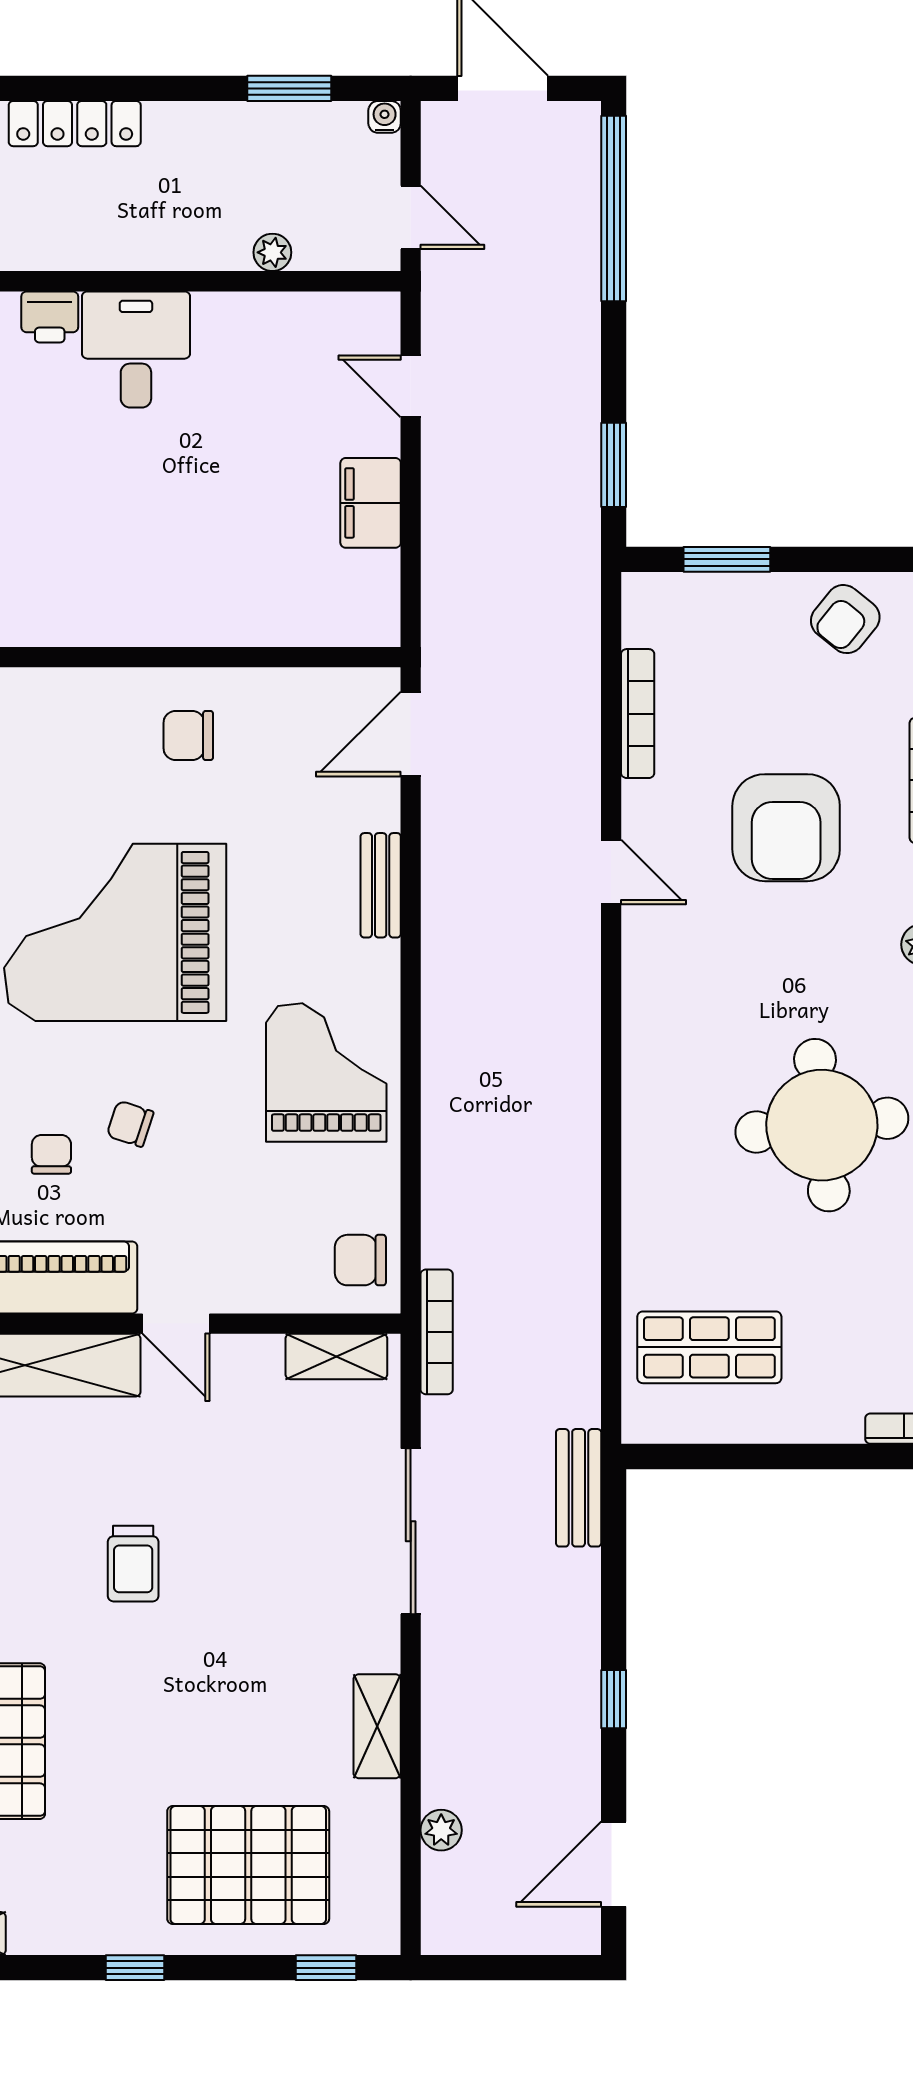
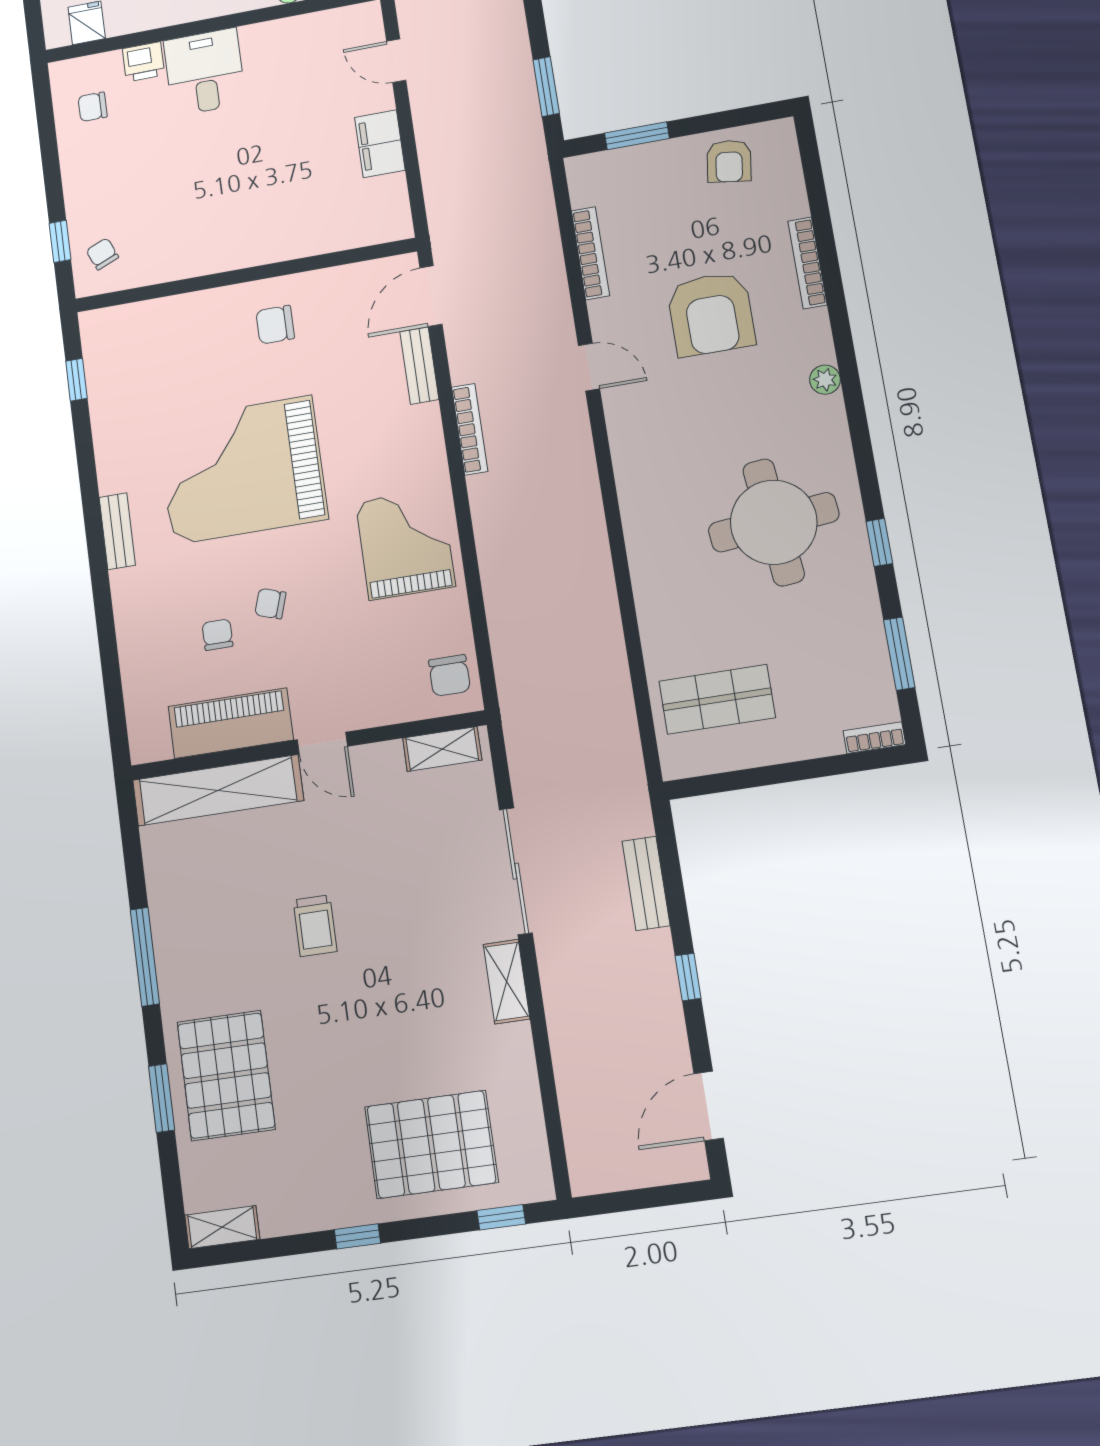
armchair: (845, 619) -> (729, 161), turned -31
bench: (381, 885) -> (419, 366), moved
chair: (360, 1260) -> (449, 675), turned -90
bookcase: (437, 1332) -> (470, 429), moved
bench: (579, 1488) -> (646, 883), moved
shelving: (377, 1726) -> (507, 982), moved
plant: (441, 1830) -> (573, 1097), removed

